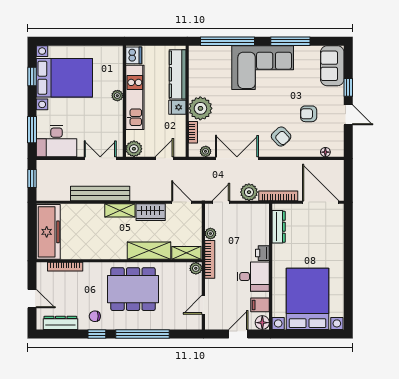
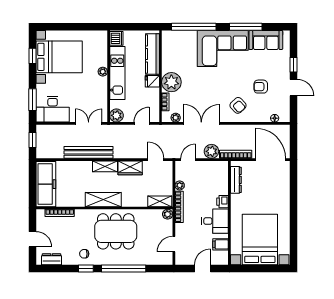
sofa: (332, 66) -> (266, 40), moved, turned -90
shelving: (149, 251) -> (103, 200), moved
dresser: (60, 323) -> (52, 259), width x0.70
floor lamp: (262, 323) -> (222, 259), removed

